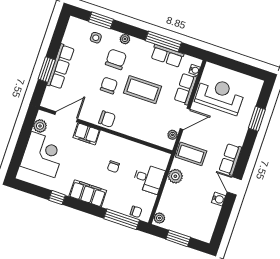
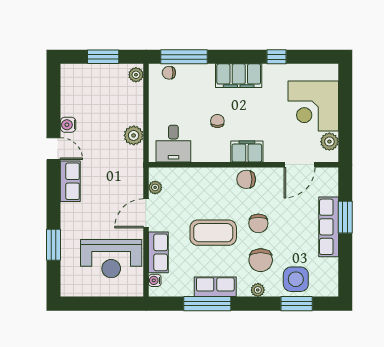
side table: (96, 38) -> (296, 279), width x1.87, depth x1.87
row of seats: (167, 56) -> (215, 287), moved
filing cabinet: (87, 134) -> (247, 151), moved
coffee table: (191, 154) -> (123, 171), removed
desk: (149, 178) -> (173, 144), moved, turned -90

